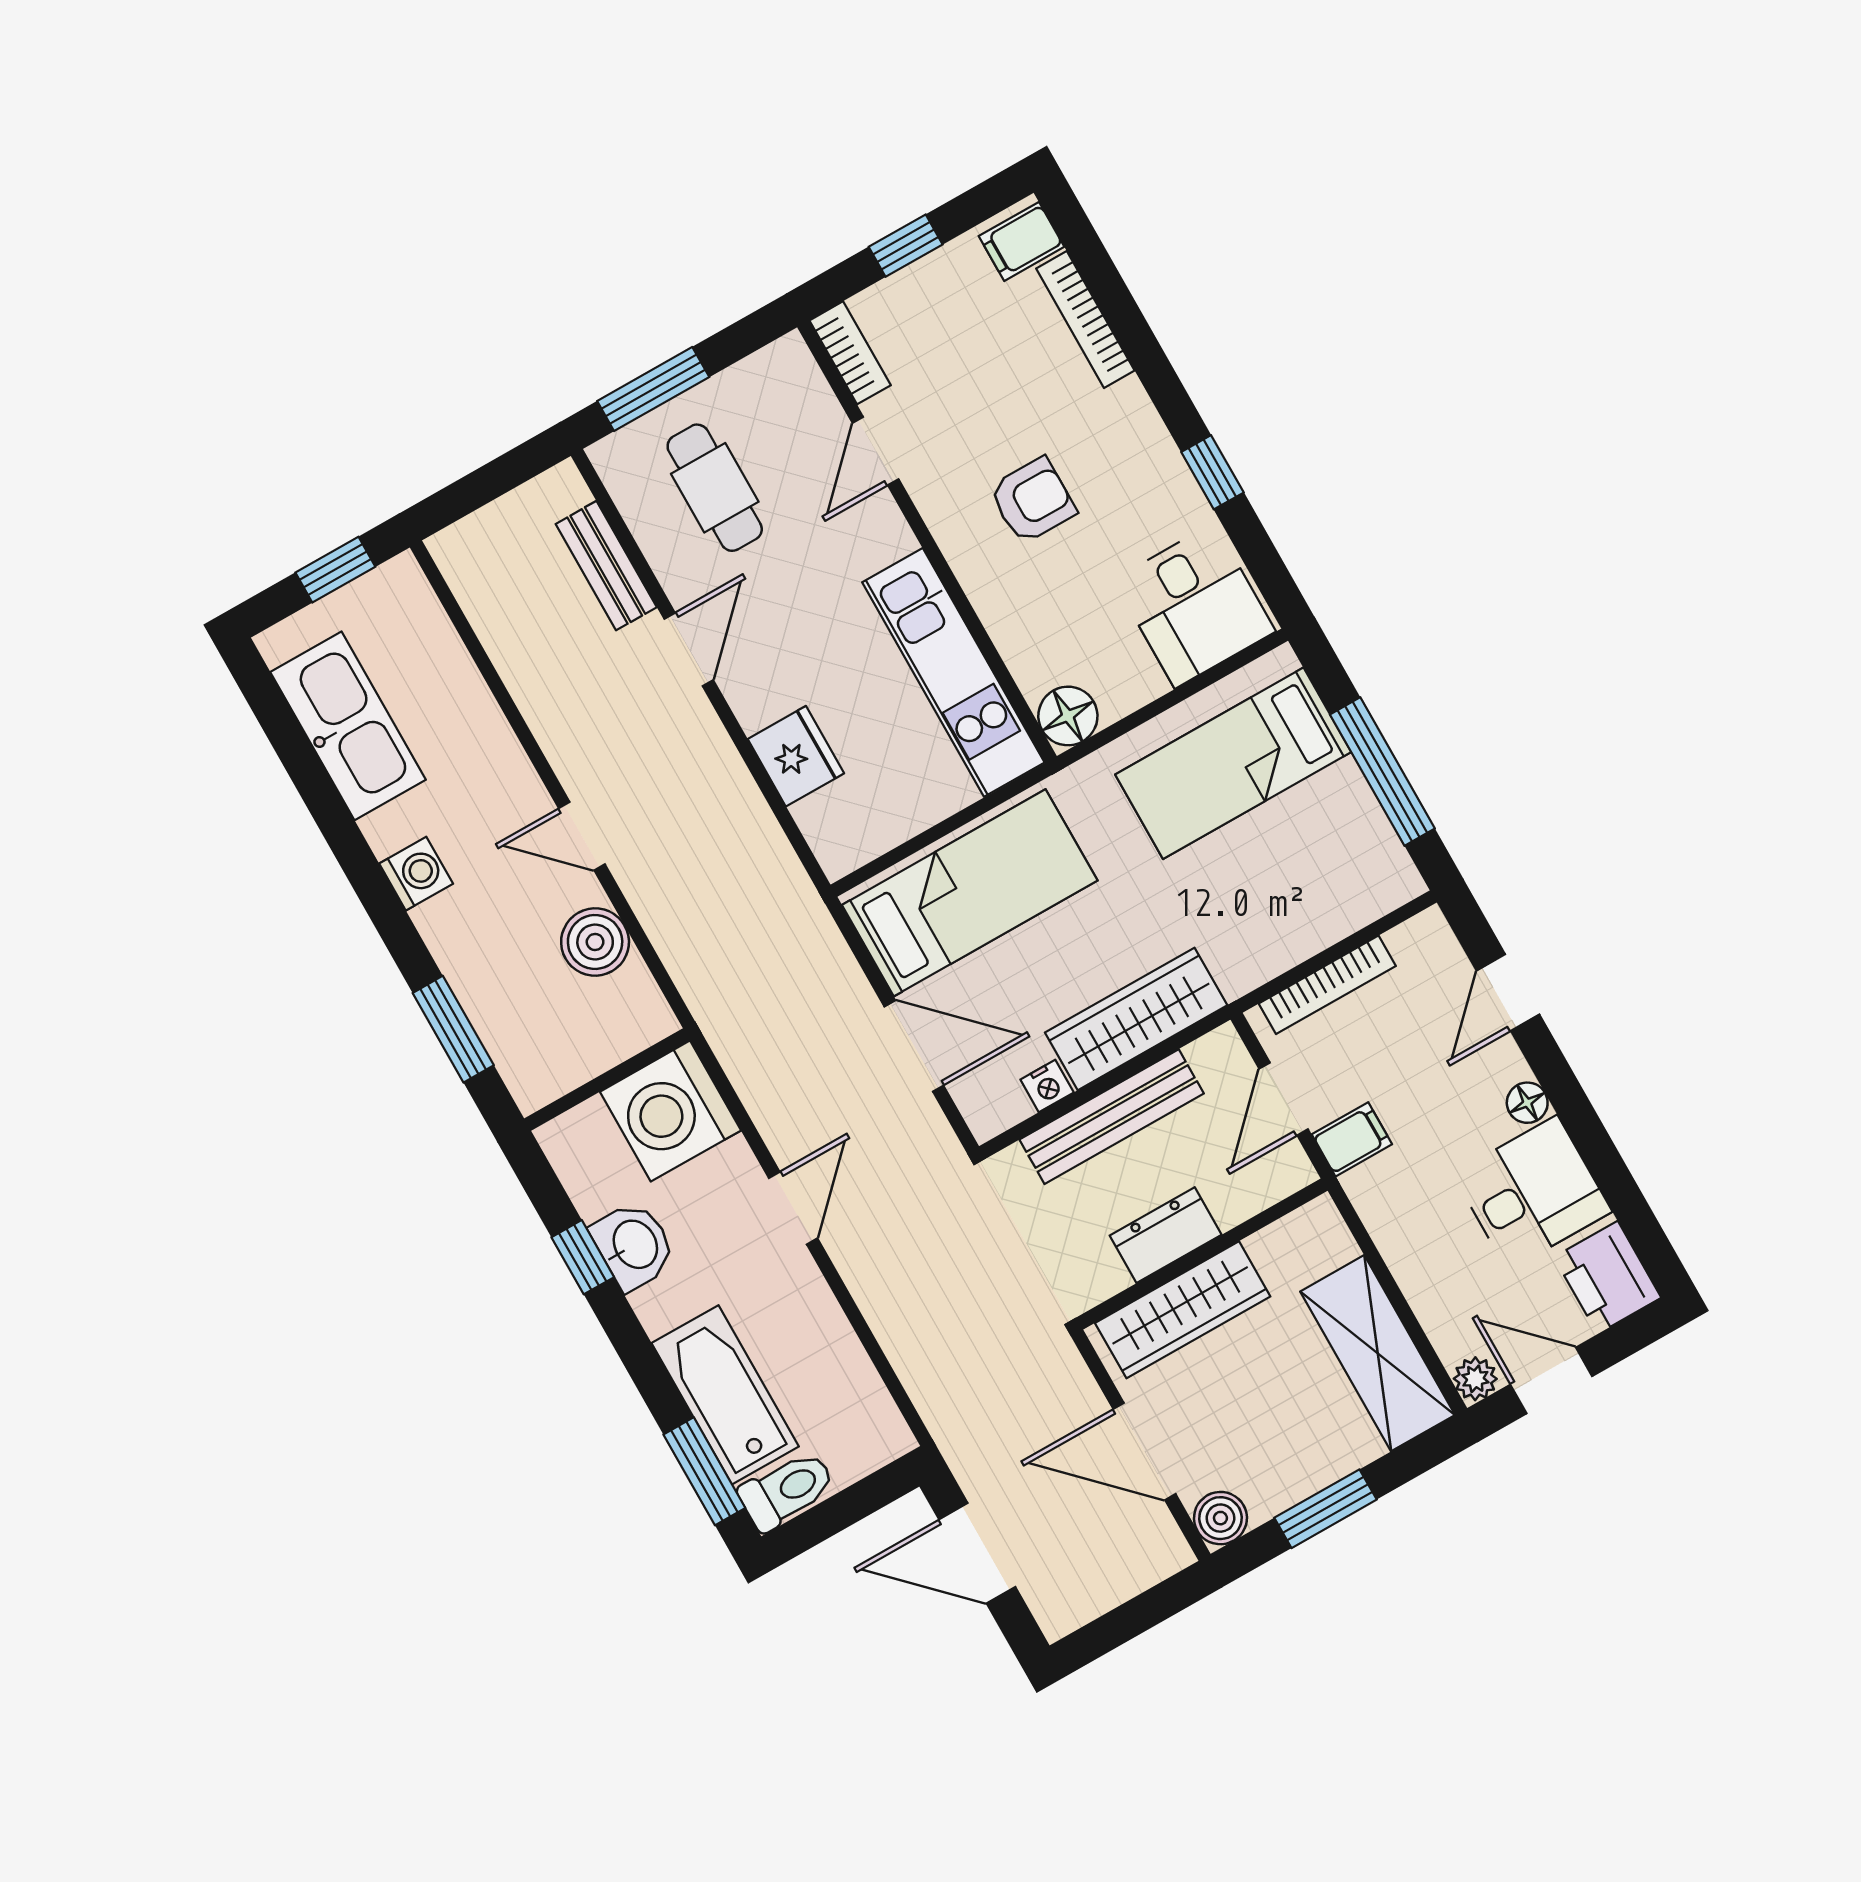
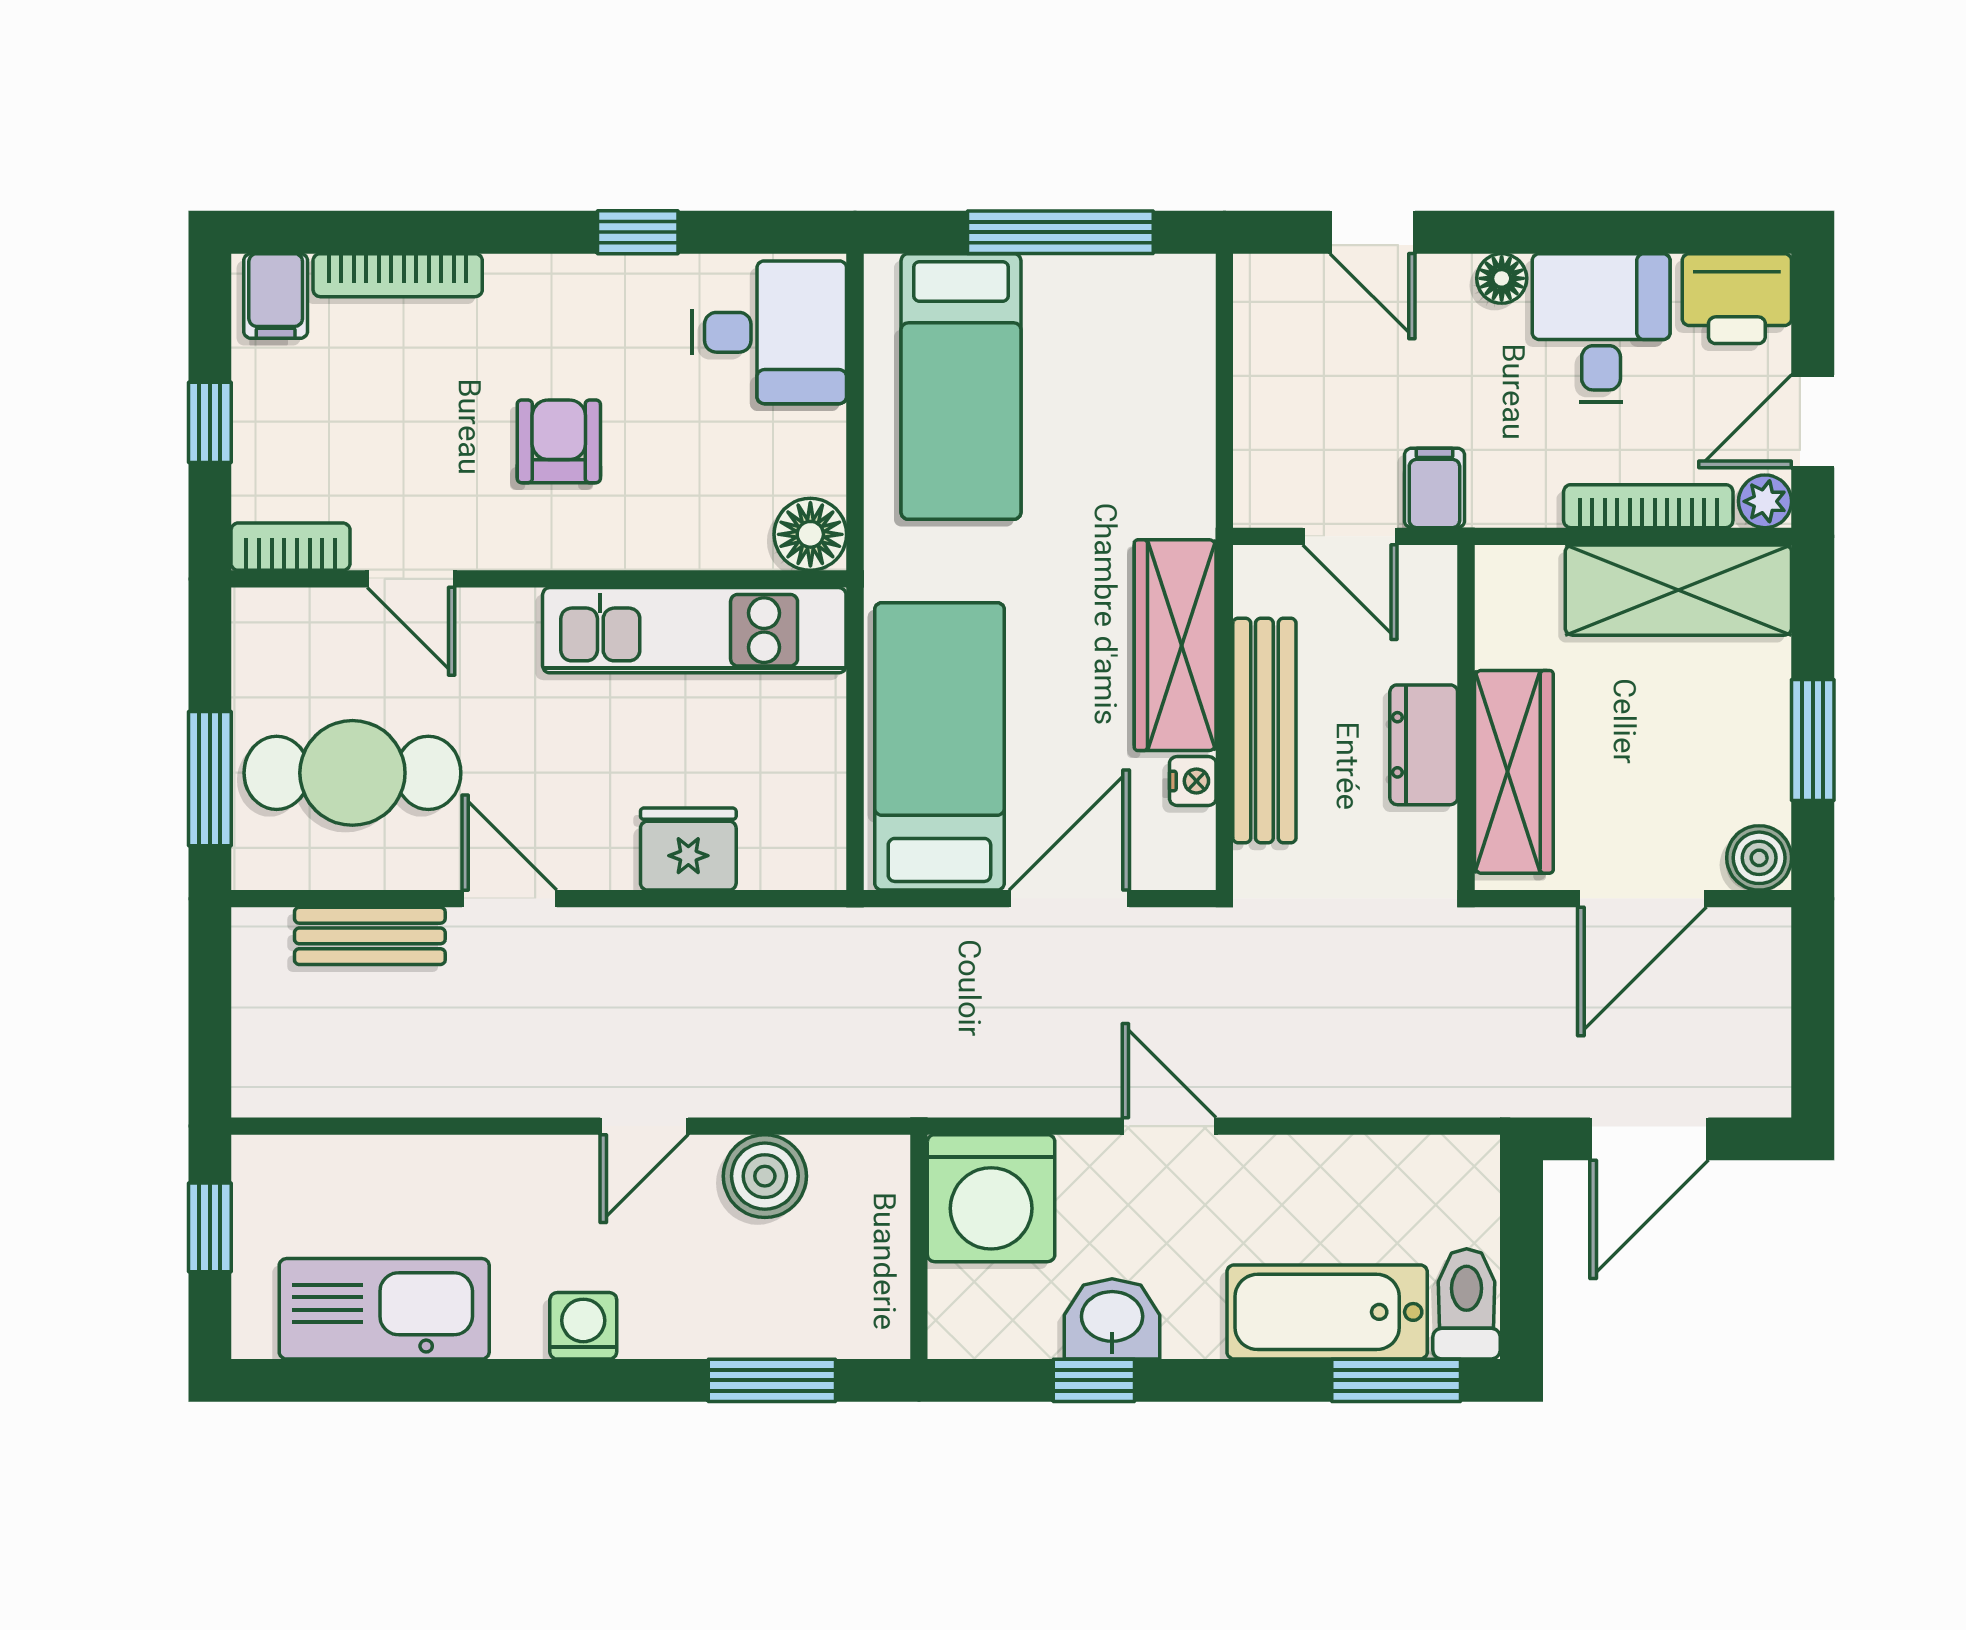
cafe table: (715, 488) -> (352, 773), width x1.37, depth x1.35
bookcase: (1327, 985) -> (1648, 506), moved, turned -90

